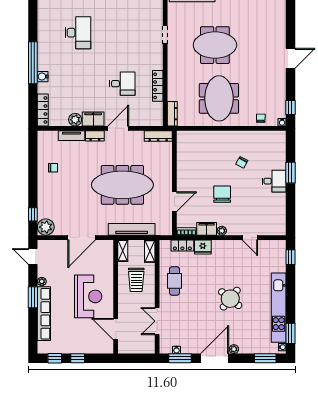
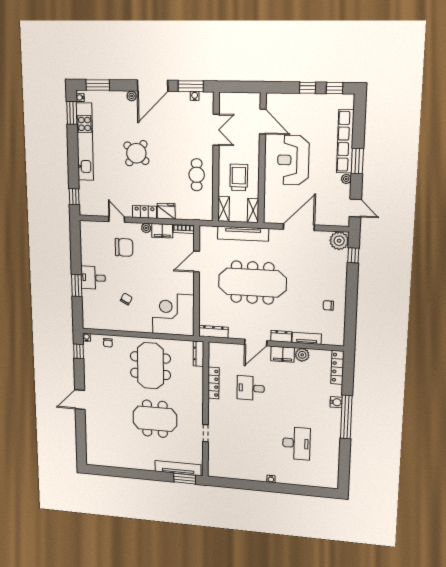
desk: (78, 33) -> (296, 443), turned 180
corner desk: (196, 150) -> (173, 314), added
chair: (222, 194) -> (124, 247), moved, turned -90
locker: (182, 246) -> (144, 212), moved

